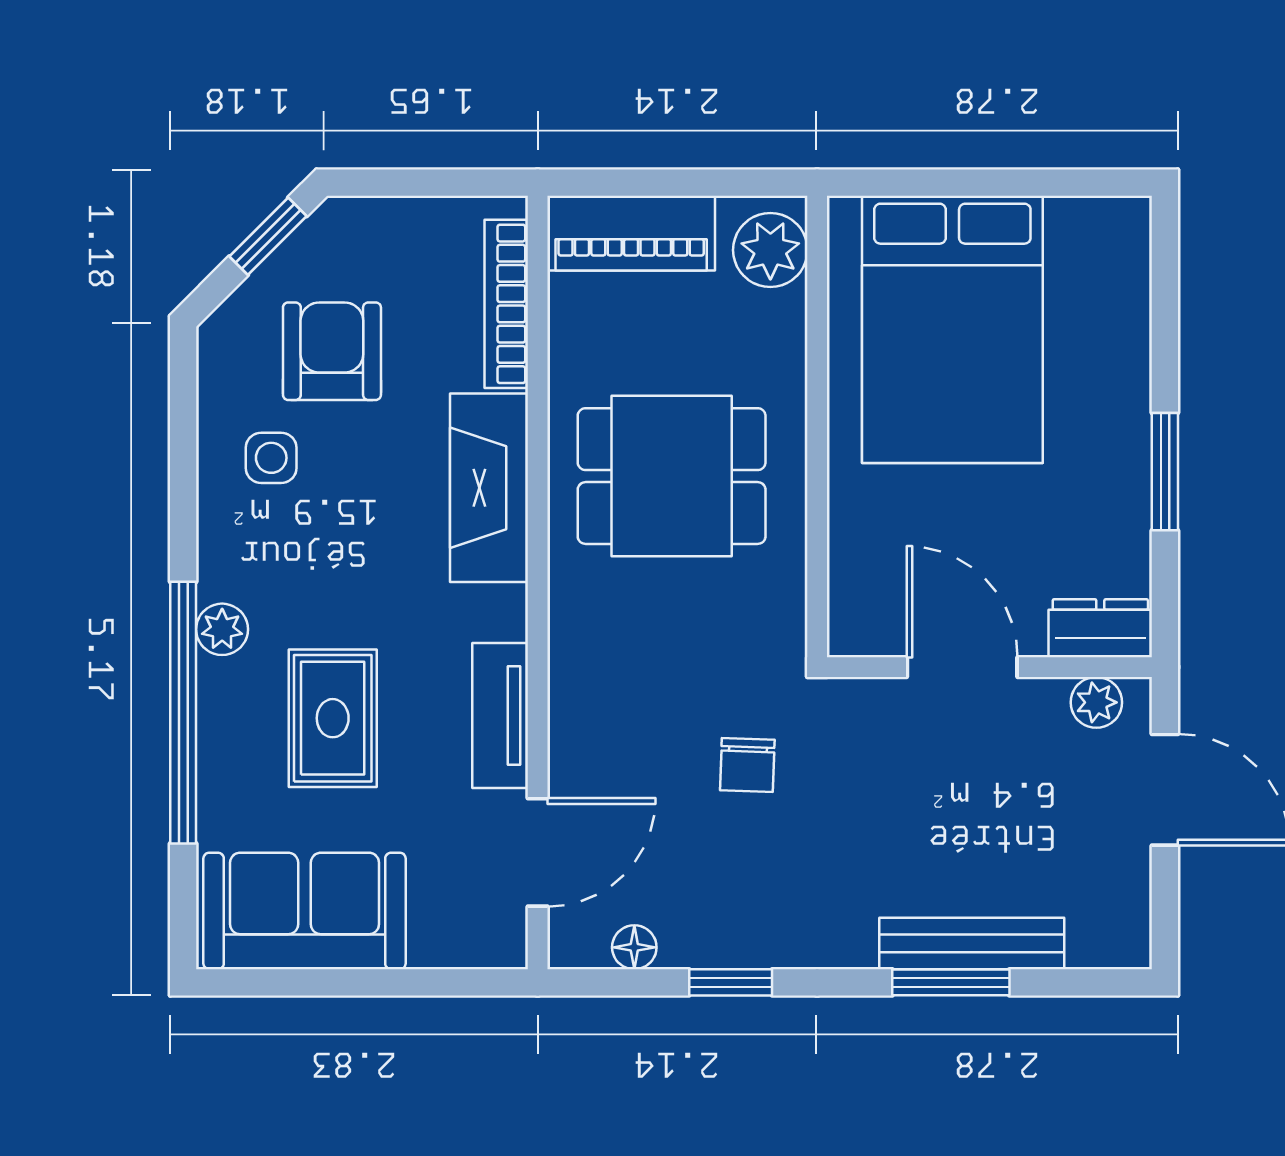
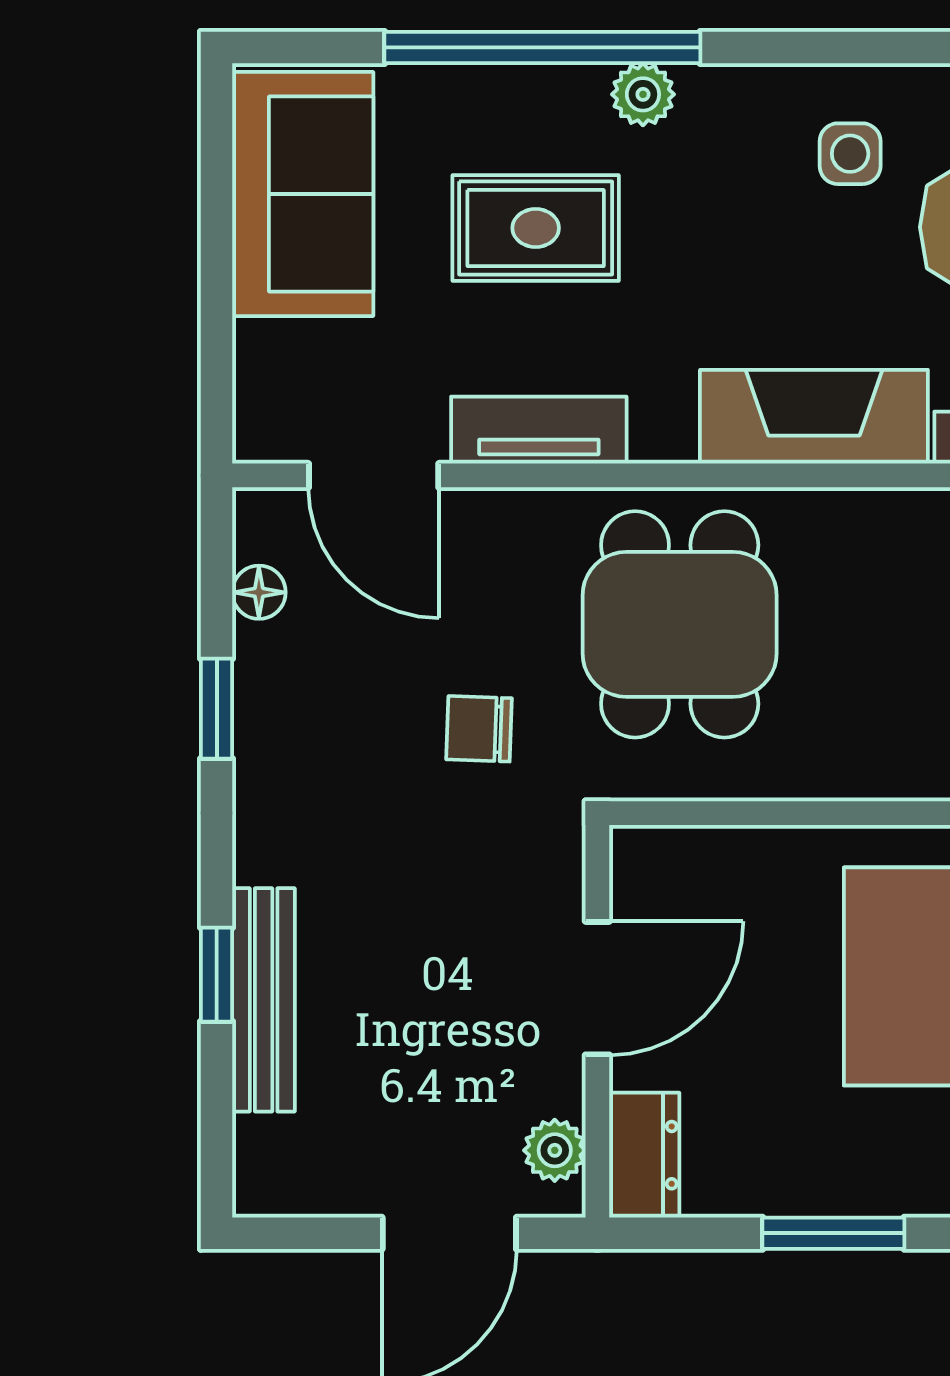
dining table: (672, 476) -> (680, 624), moved
window: (951, 982) -> (217, 975), width x0.67

